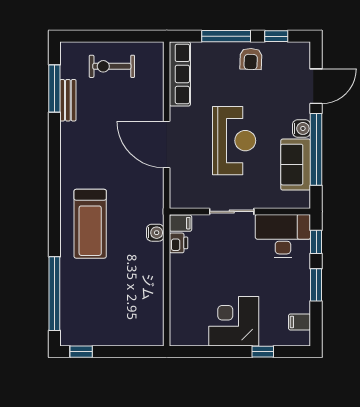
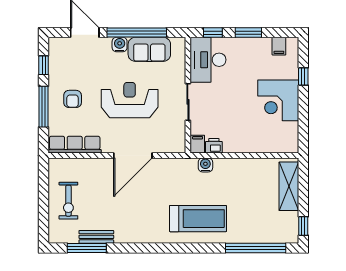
armchair: (251, 59) -> (73, 99), moved, turned 88
shelving: (129, 334) -> (289, 186), added

